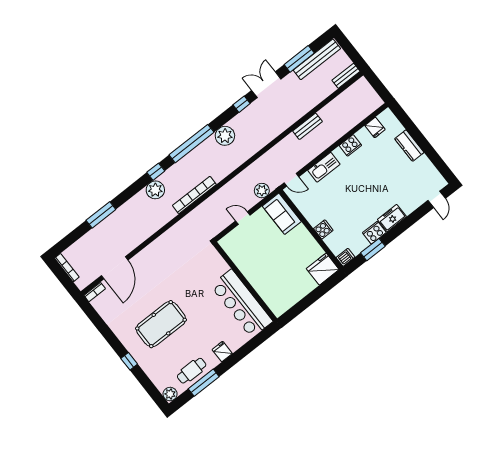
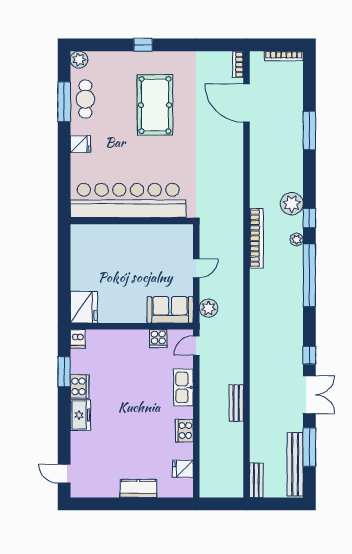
plant: (225, 136) -> (297, 240), moved, width x0.53, depth x0.53
cooker: (323, 229) -> (158, 339), moved
bar counter: (242, 304) -> (128, 200), width x1.36

